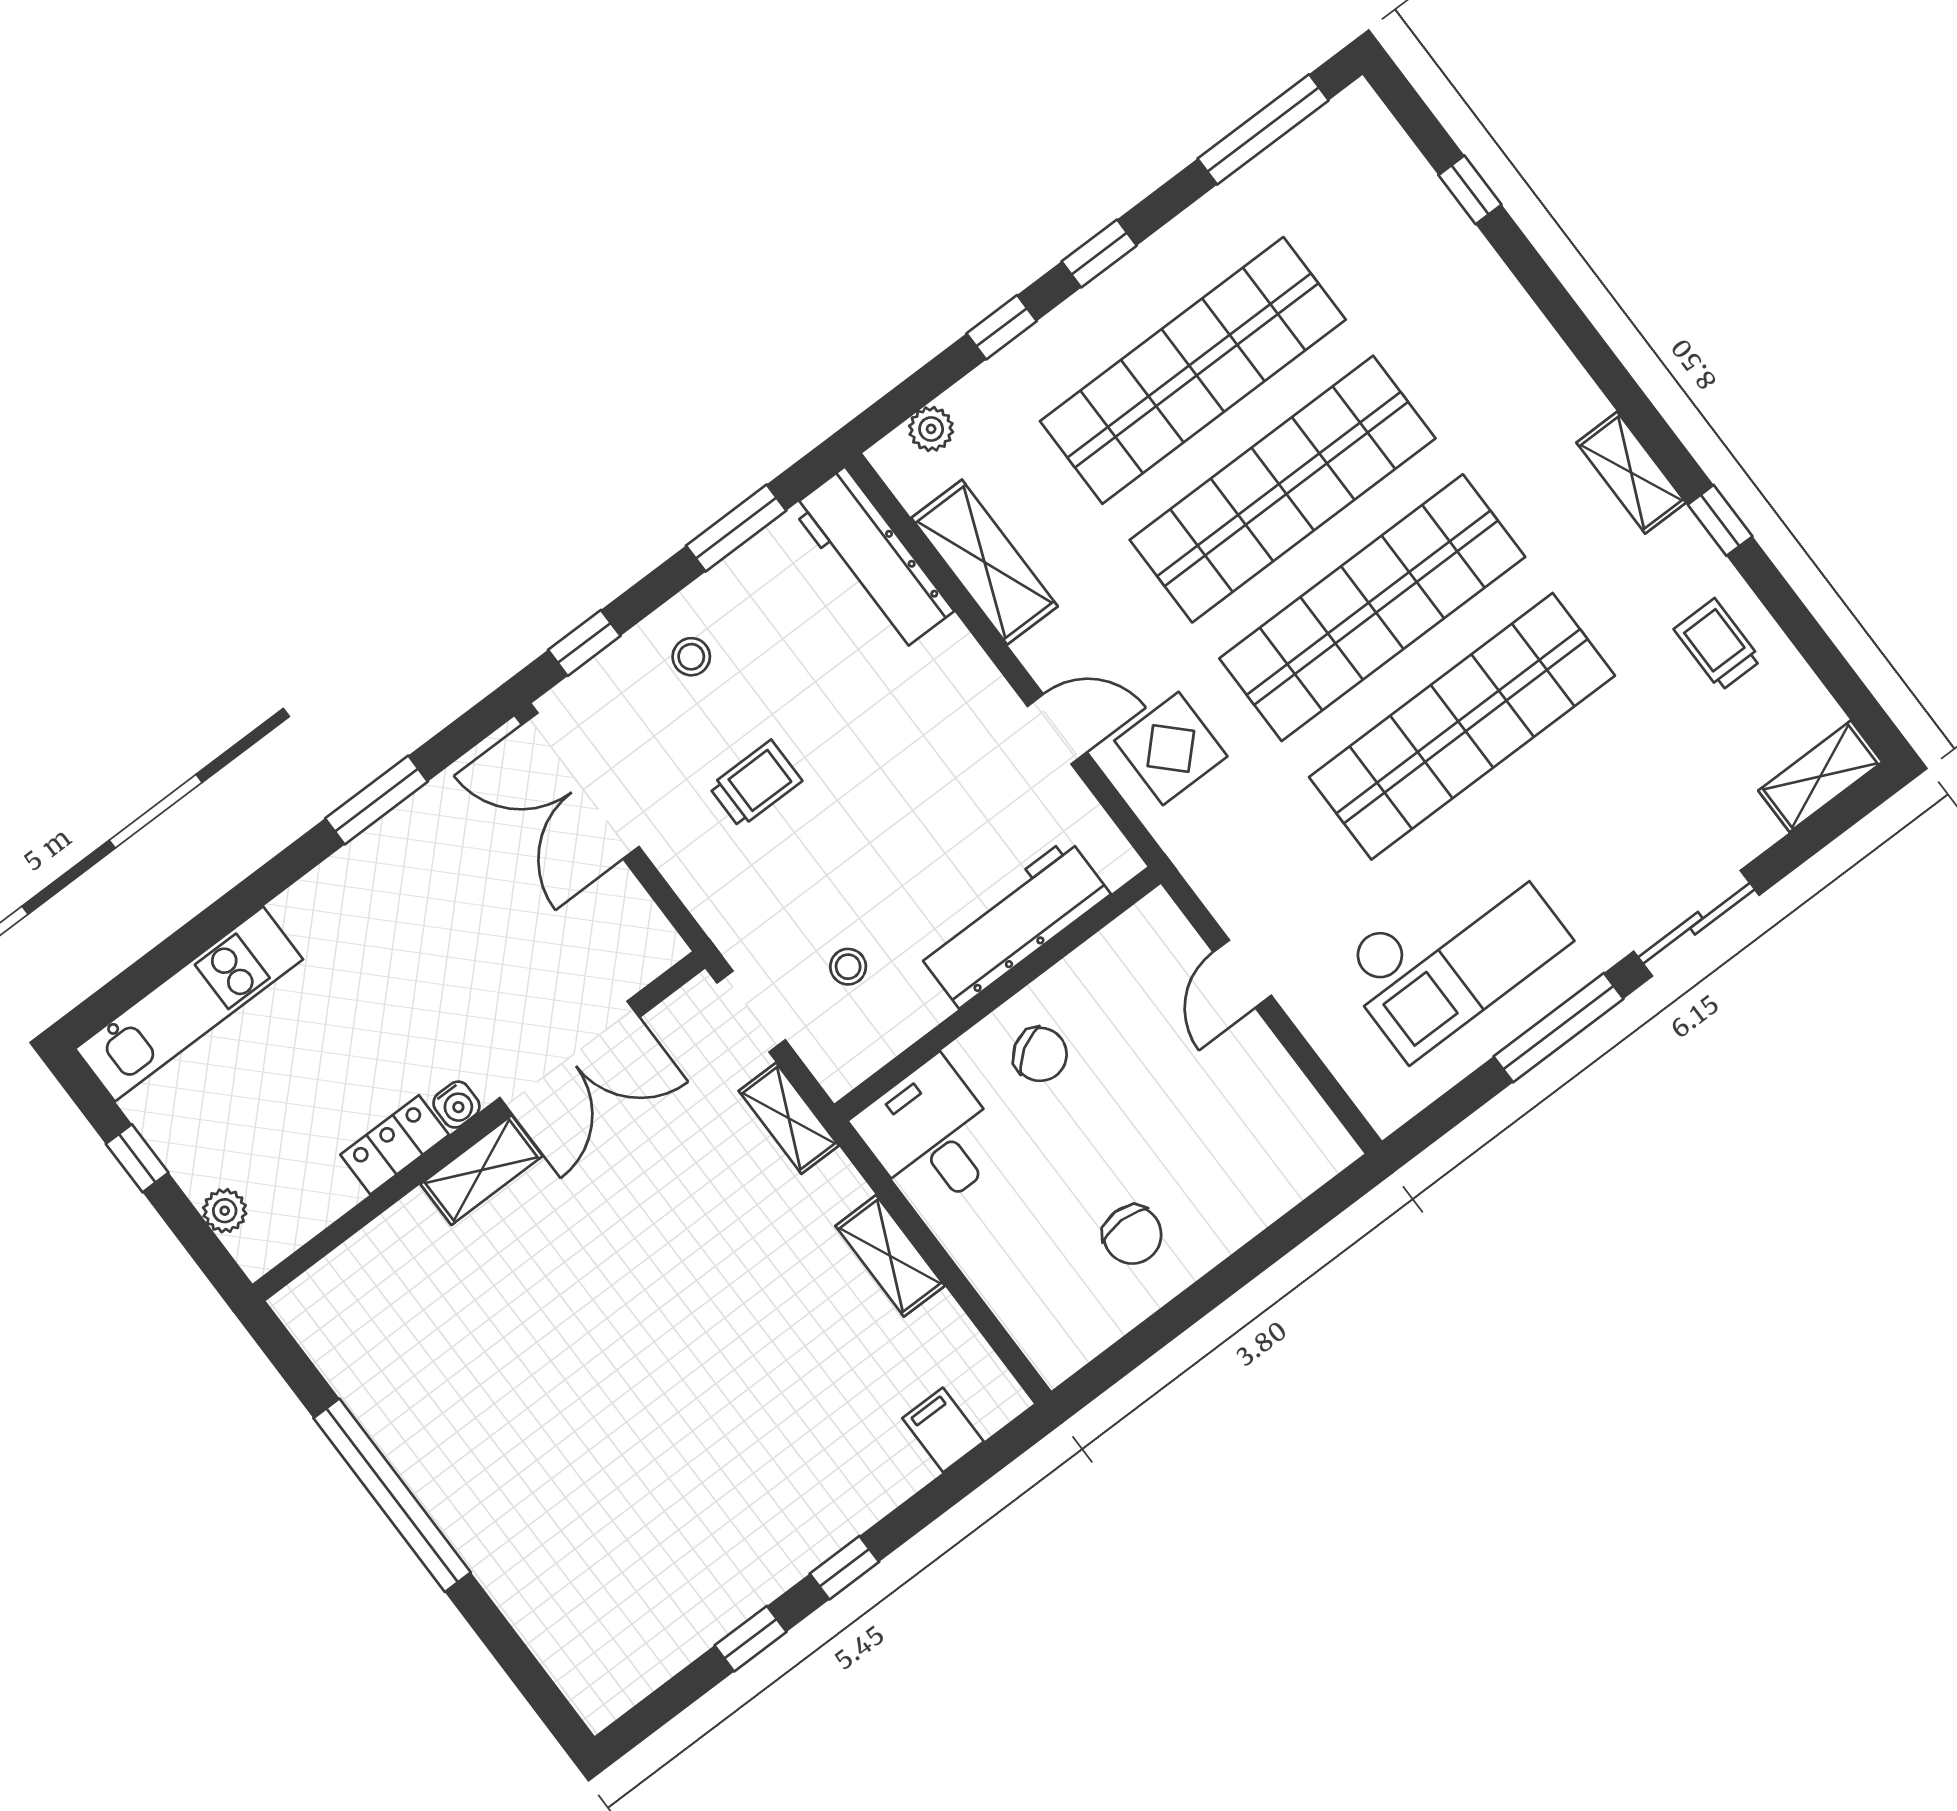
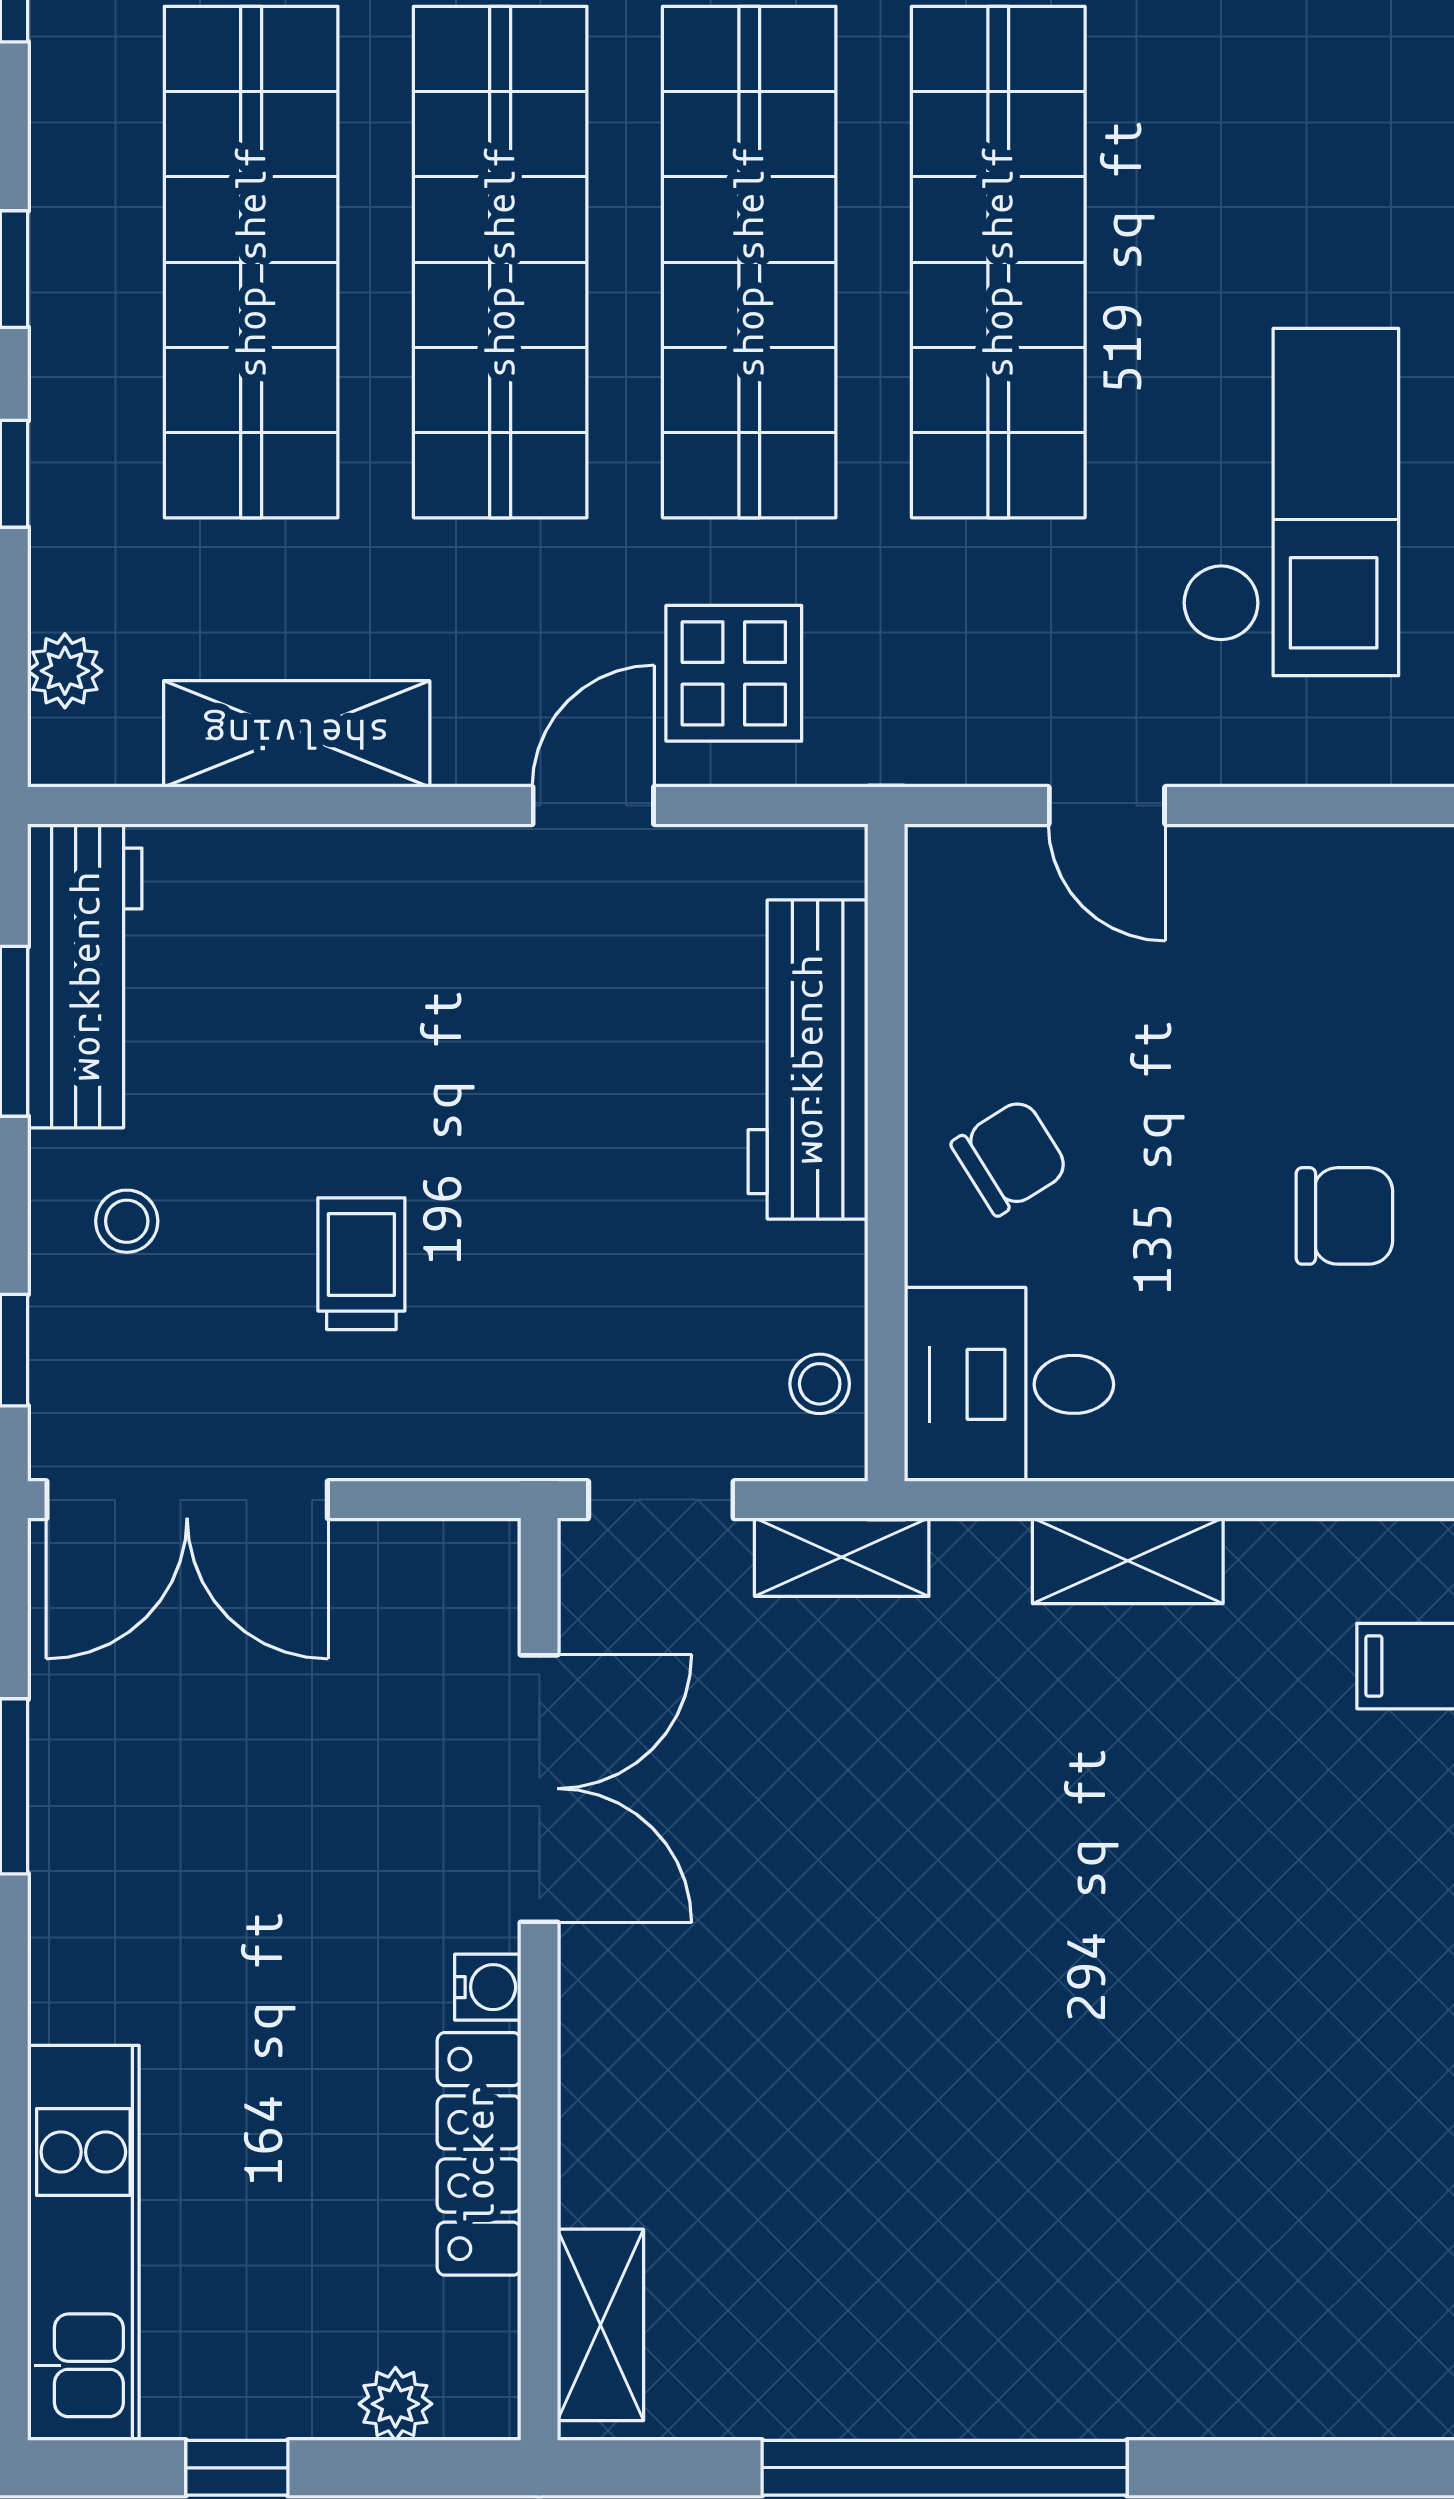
workbench: (872, 559) -> (85, 976), moved, turned -90
stool: (848, 967) -> (820, 1384), moved
locker: (395, 1145) -> (479, 2154), width x1.53
shelving: (481, 1170) -> (600, 2325), moved

